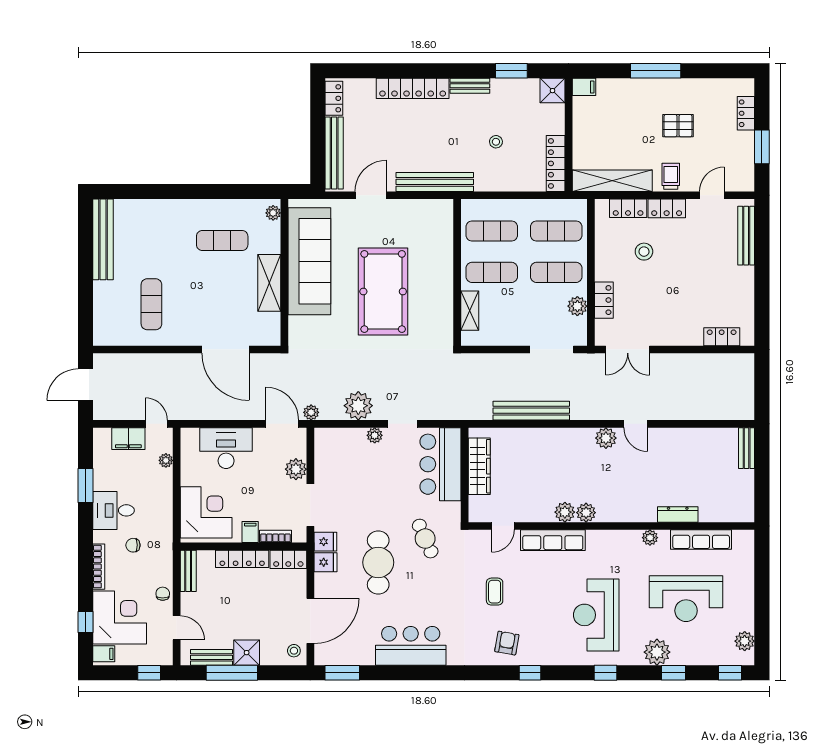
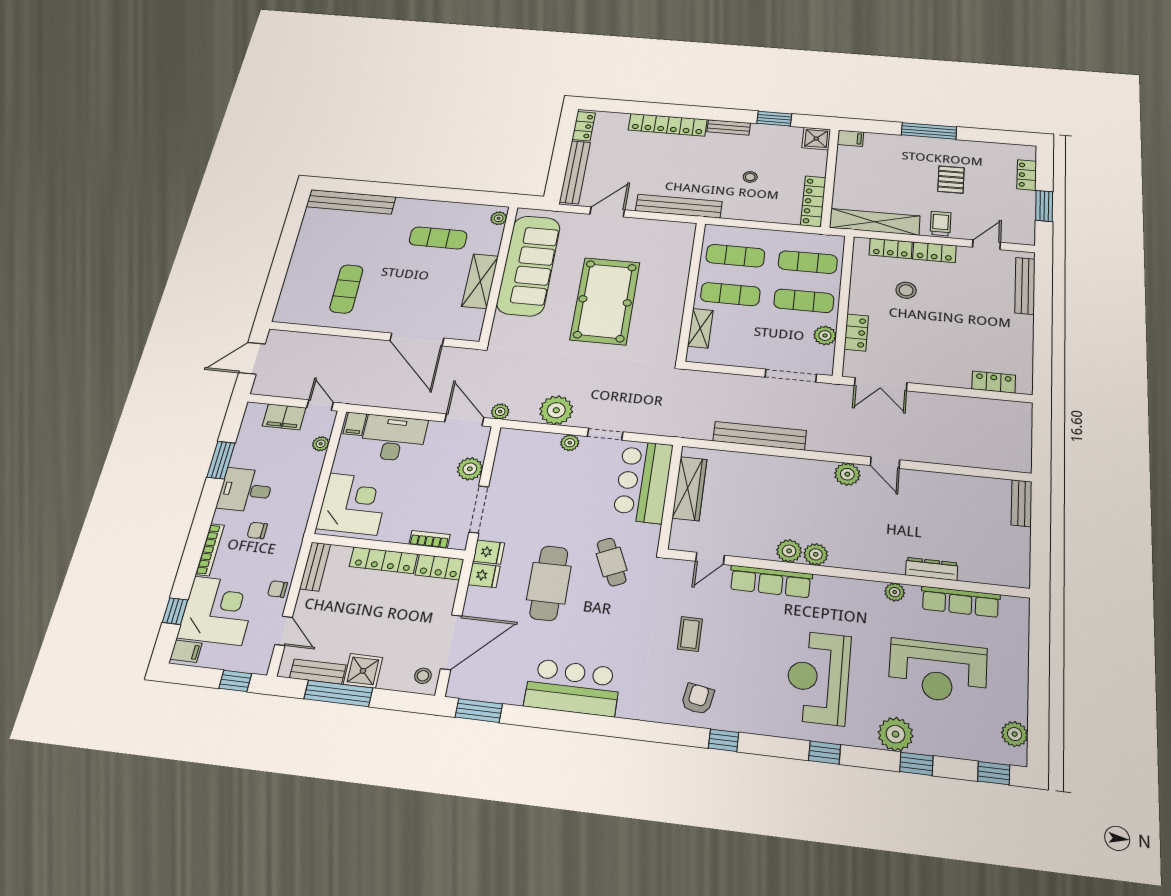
pallet: (678, 126) -> (951, 180), turned 90
bench: (103, 239) -> (351, 202), moved, turned 90
filing cabinet: (250, 532) -> (355, 424), moved, turned 180
chair: (163, 594) -> (278, 589), turned -89

